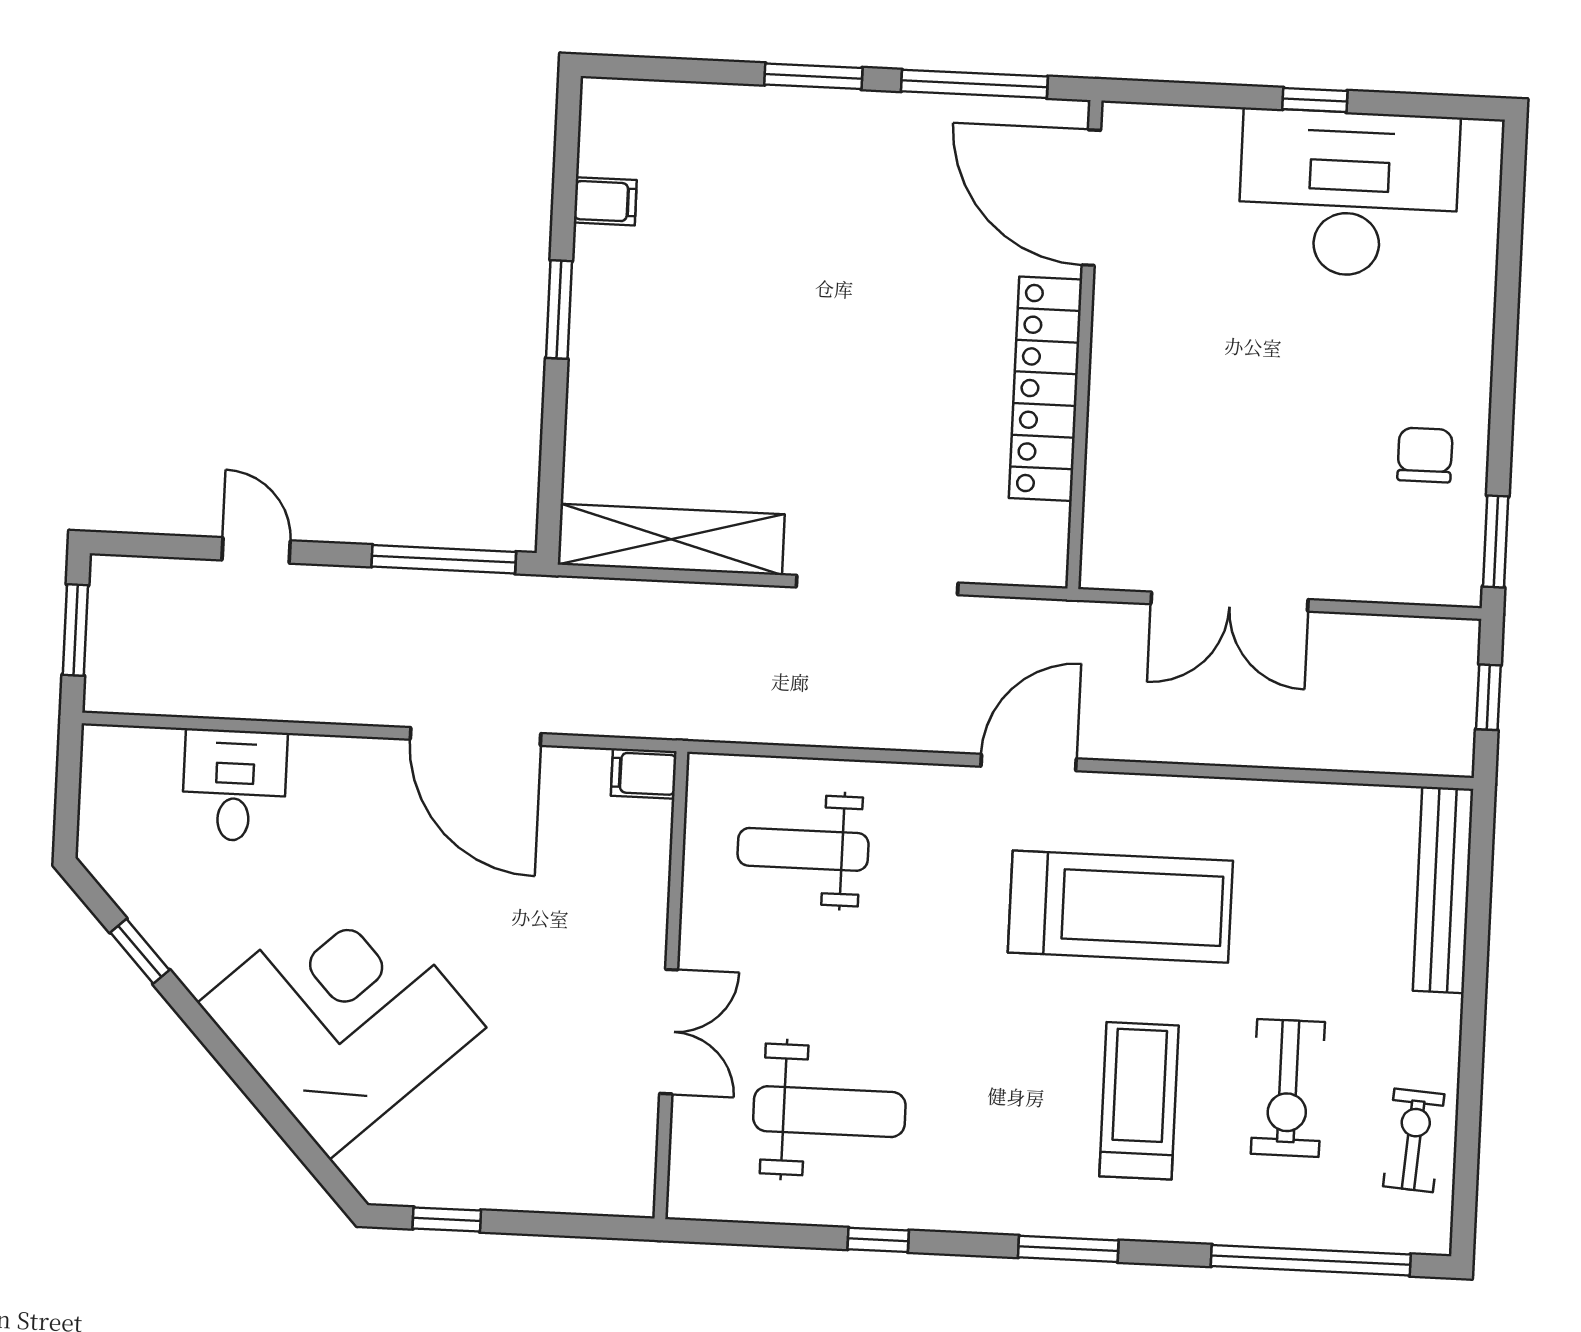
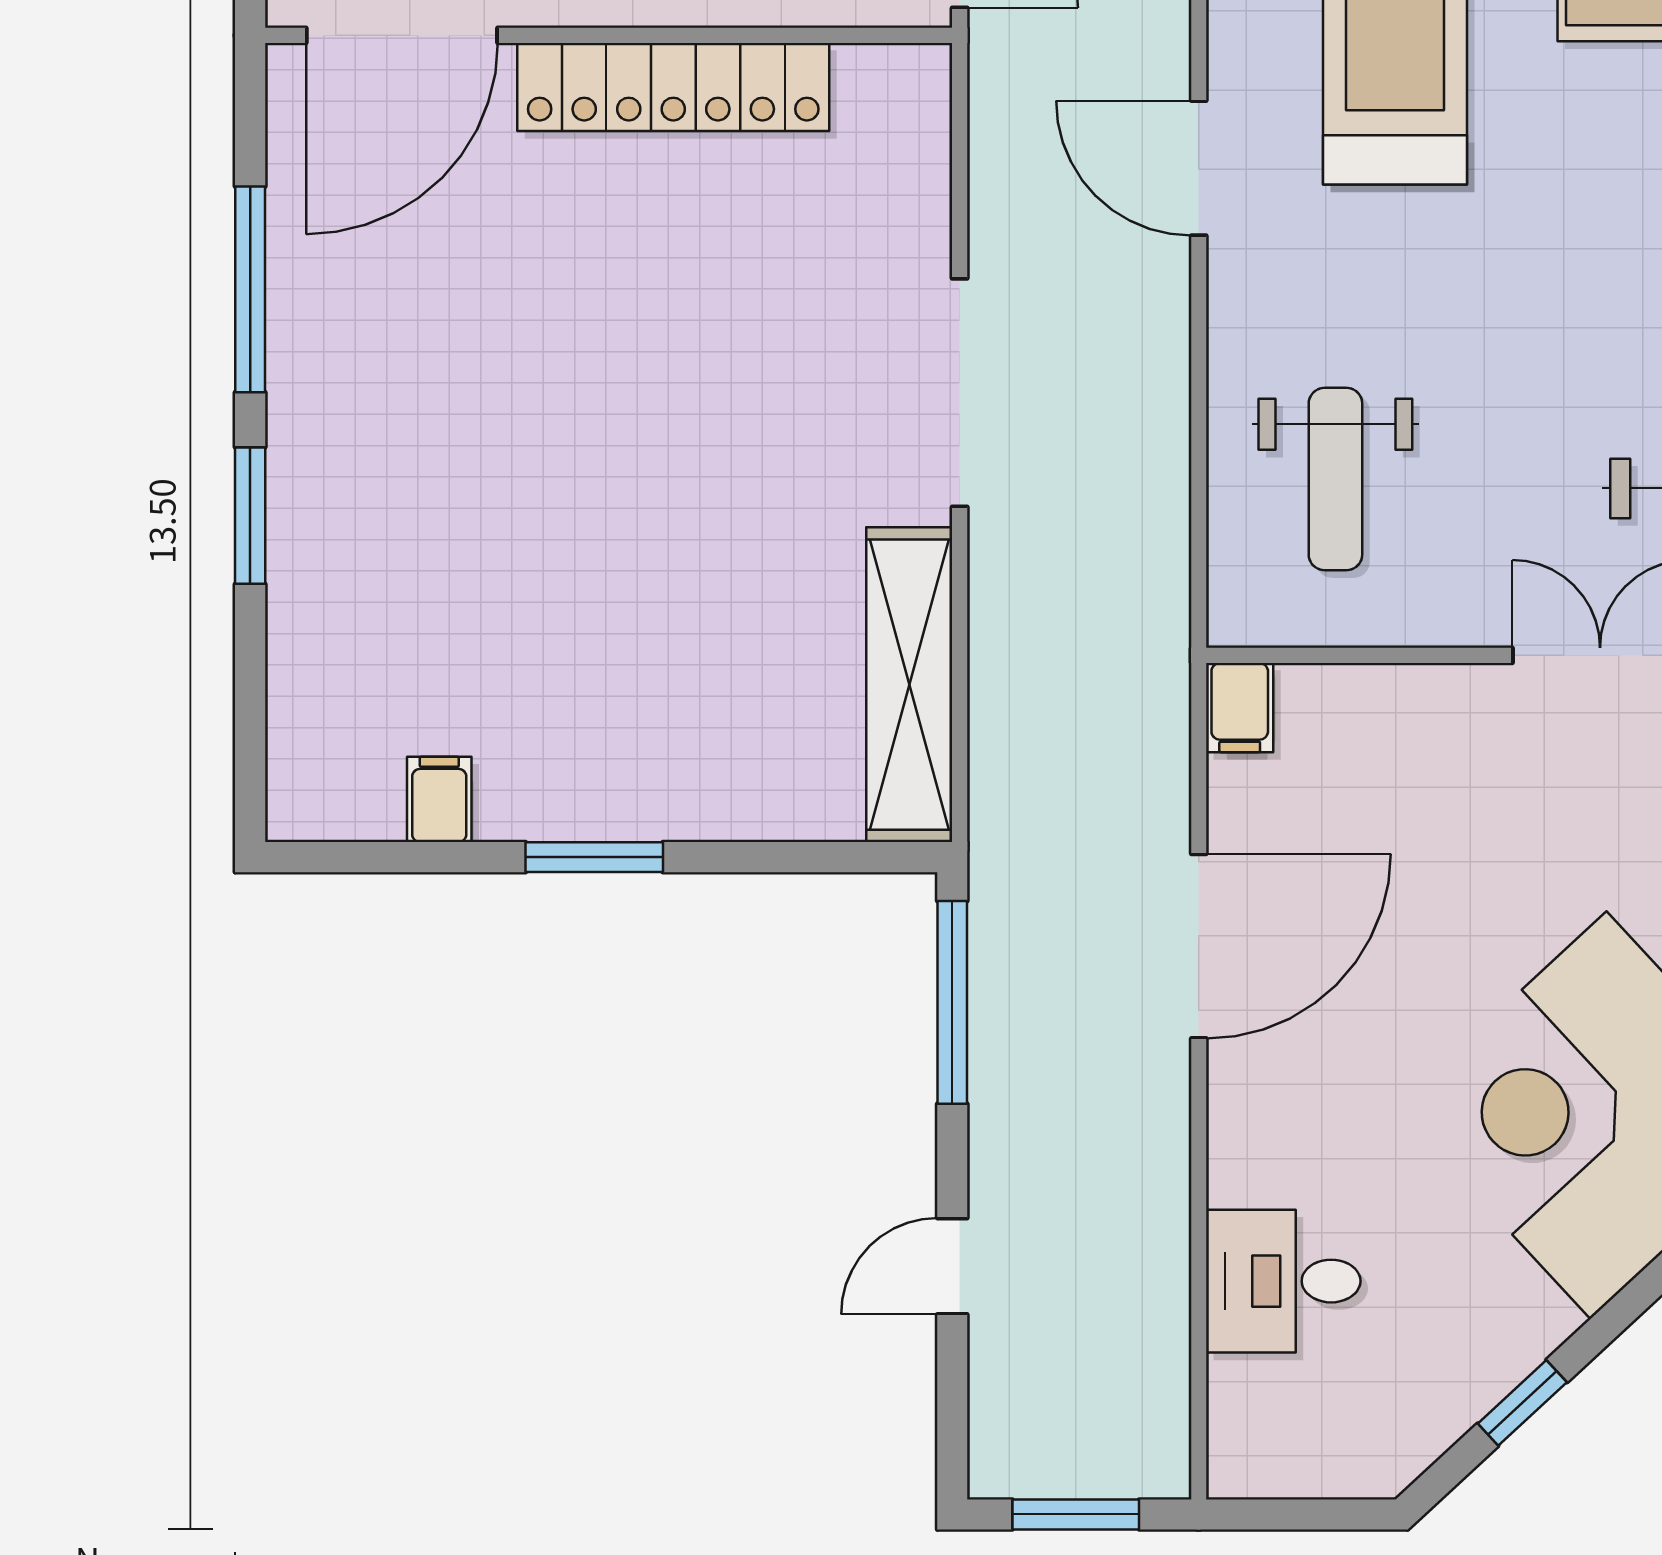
door: (1091, 198) -> (402, 35), moved
wall: (1084, 345) -> (609, 35), moved
locker: (1046, 389) -> (673, 87), moved

